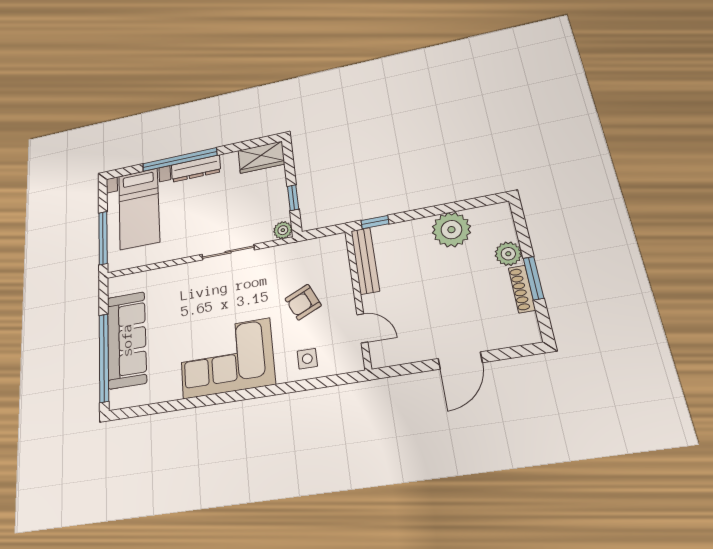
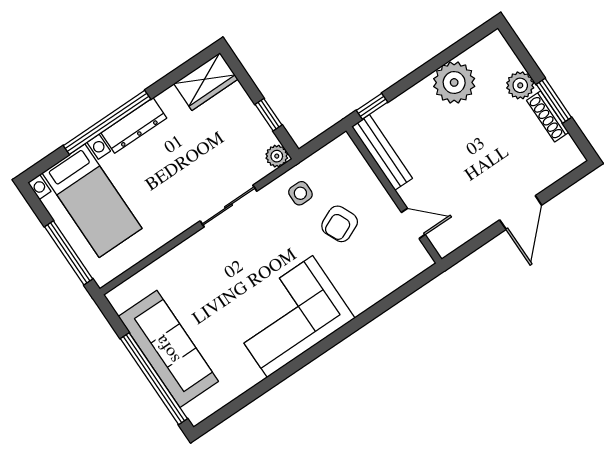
side table: (307, 359) -> (300, 193), moved

